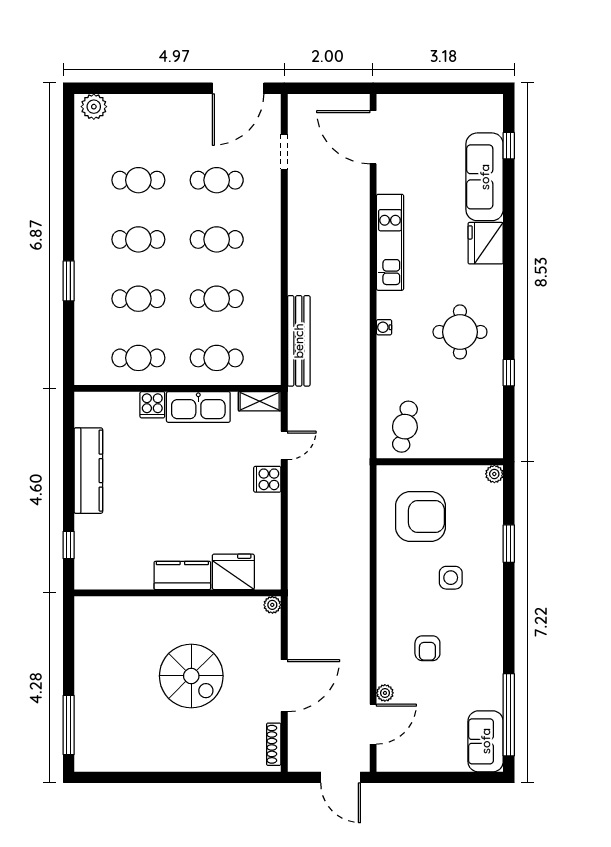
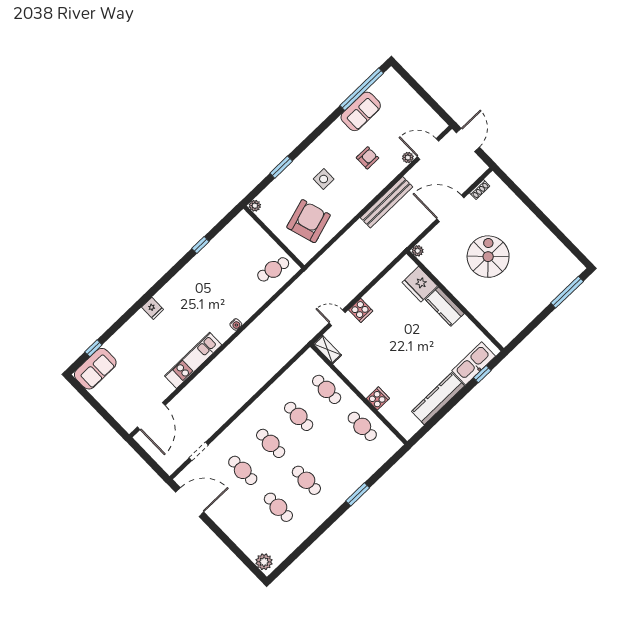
sofa: (485, 177) -> (95, 369), moved, width x0.73
fridge: (486, 243) -> (153, 308), width x0.53, depth x0.75
cafe table: (138, 299) -> (334, 453), removed
round table: (460, 332) -> (204, 287), removed
bench: (299, 341) -> (387, 202), moved
kitchen sink: (198, 407) -> (474, 363), moved, turned -90
armchair: (420, 517) -> (309, 221), turned 73
sofa: (486, 741) -> (361, 111), moved
shoe rack: (274, 744) -> (480, 190), width x0.70

